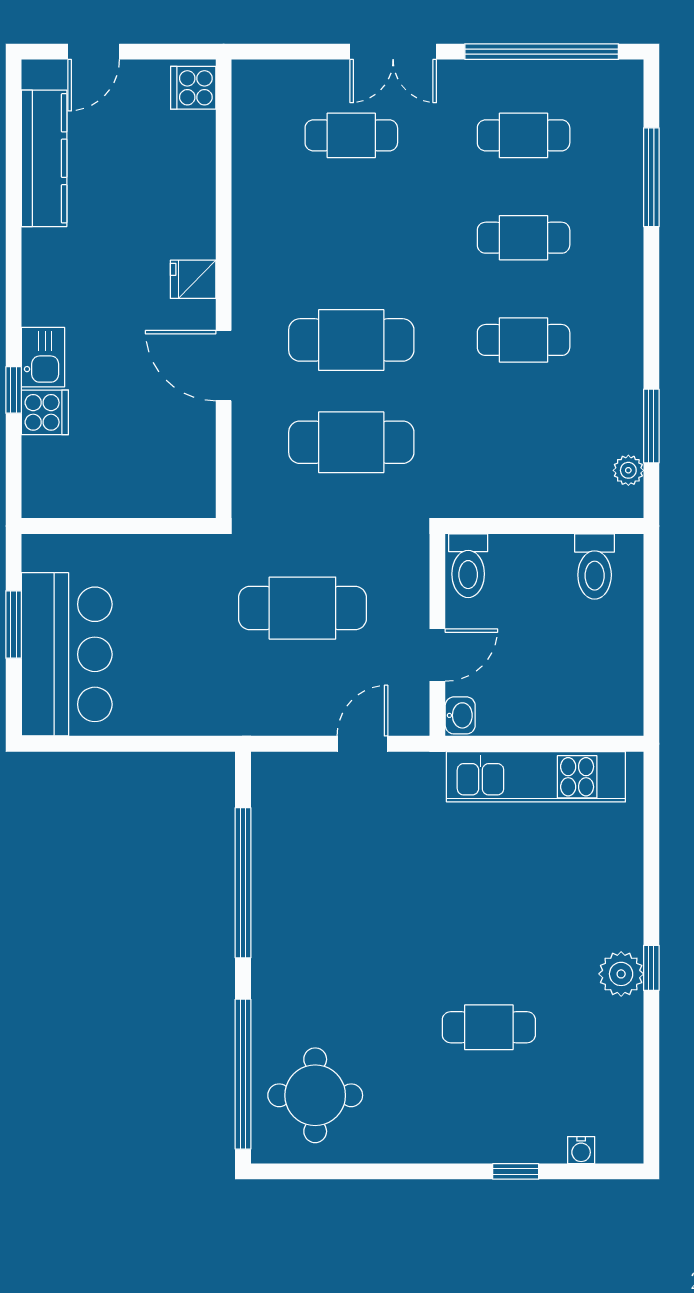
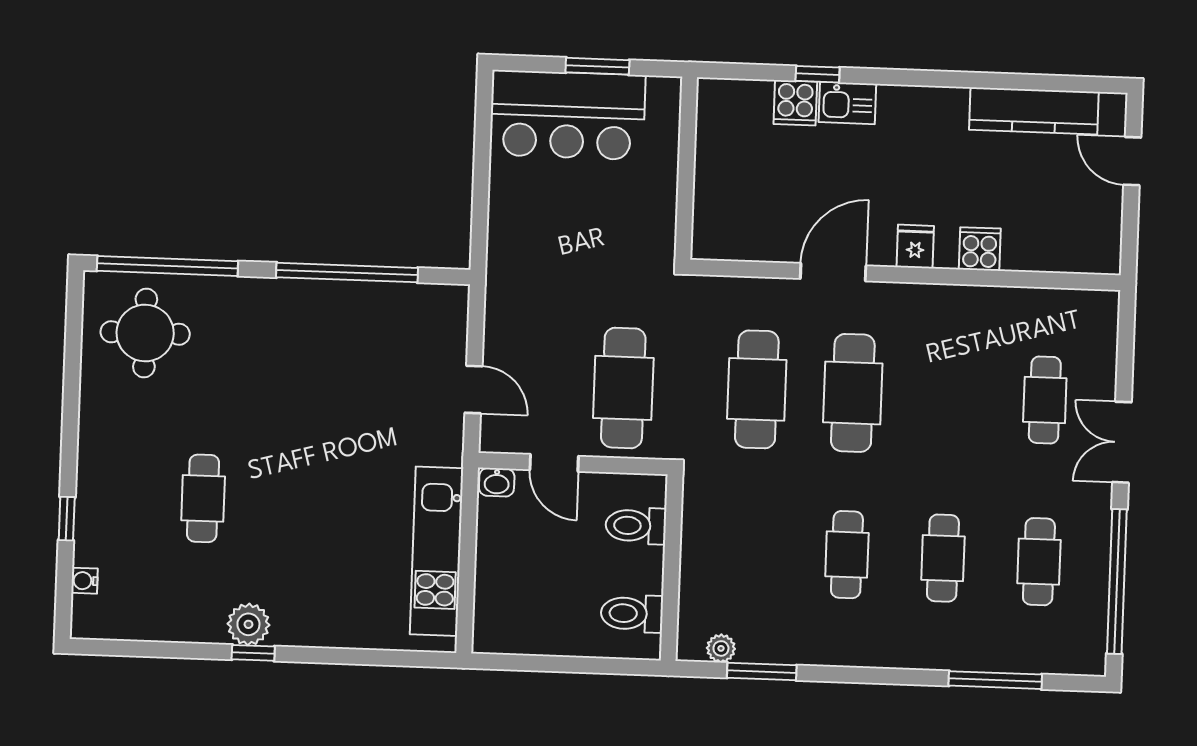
cooker: (193, 88) -> (980, 249), moved
toilet: (468, 566) -> (636, 526), moved
cafe table: (302, 608) -> (623, 388), moved

